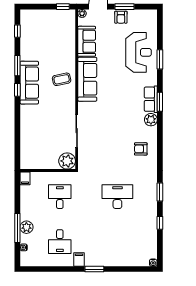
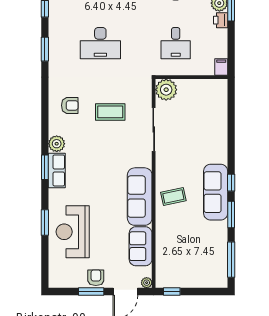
window: (17, 31) -> (231, 260), width x2.17
coffee table: (110, 144) -> (110, 112), added
printer: (25, 214) -> (221, 20), added

